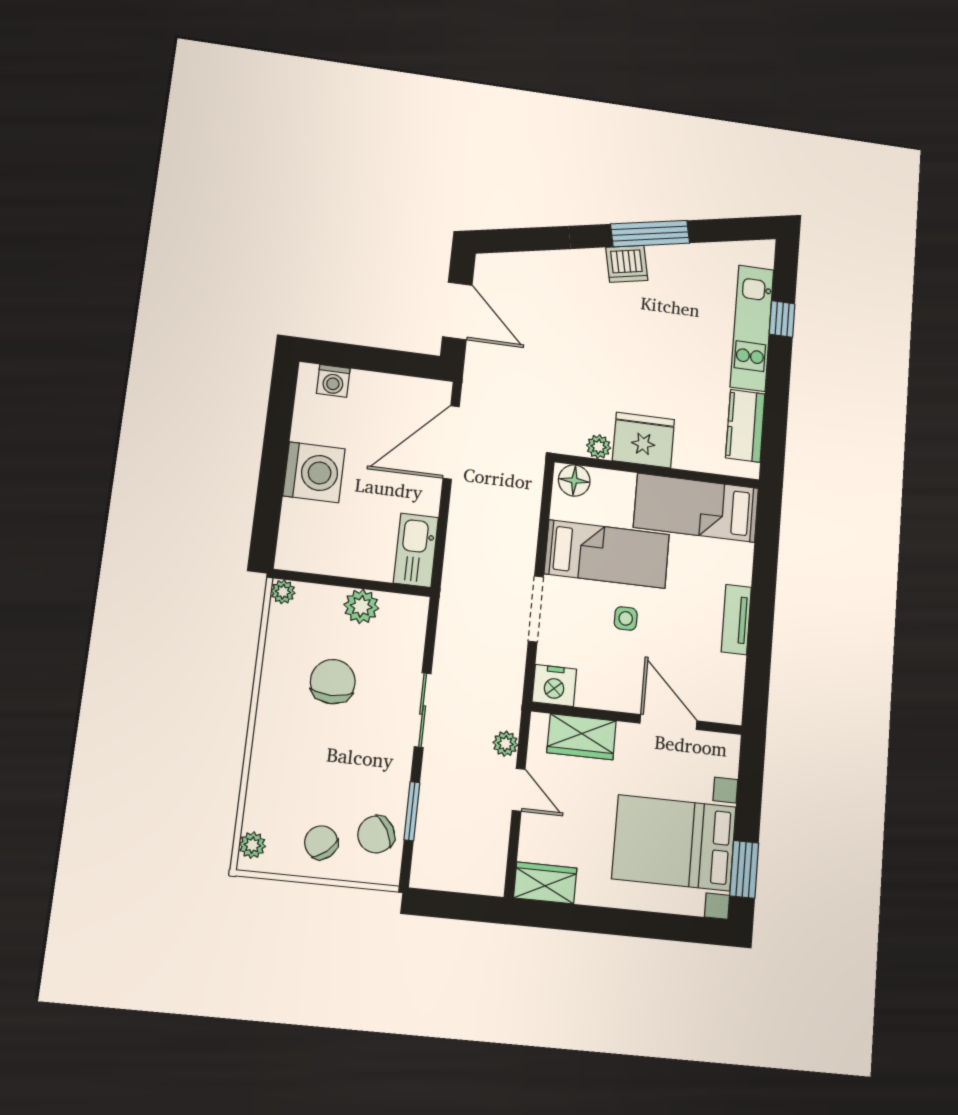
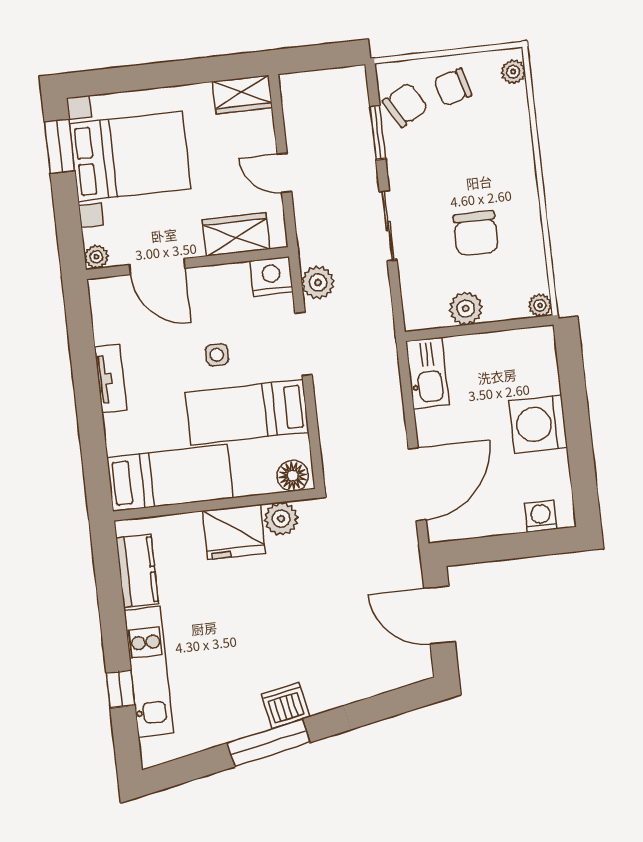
plant: (599, 447) -> (281, 519), width x1.38, depth x1.38
plant: (505, 744) -> (318, 282), moved, width x1.38, depth x1.38
plant: (728, 746) -> (96, 257), added
chair: (321, 842) -> (453, 87), turned 116

